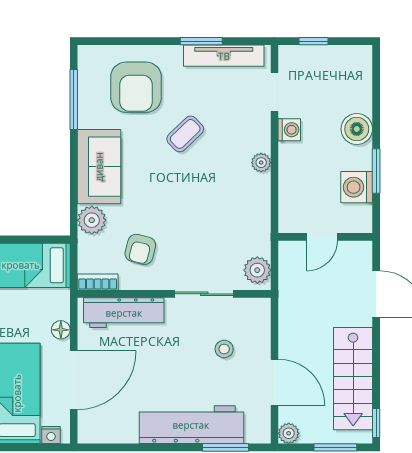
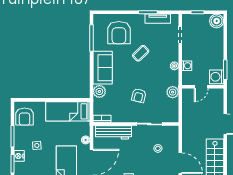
tv unit: (224, 56) -> (158, 19), width x0.71
boiler: (357, 129) -> (217, 21), moved
washing machine: (289, 130) -> (187, 66), moved
door: (322, 237) -> (201, 87), moved
wall: (325, 237) -> (203, 87), moved
armchair: (140, 249) -> (139, 96), moved
plant: (257, 270) -> (173, 92), moved

